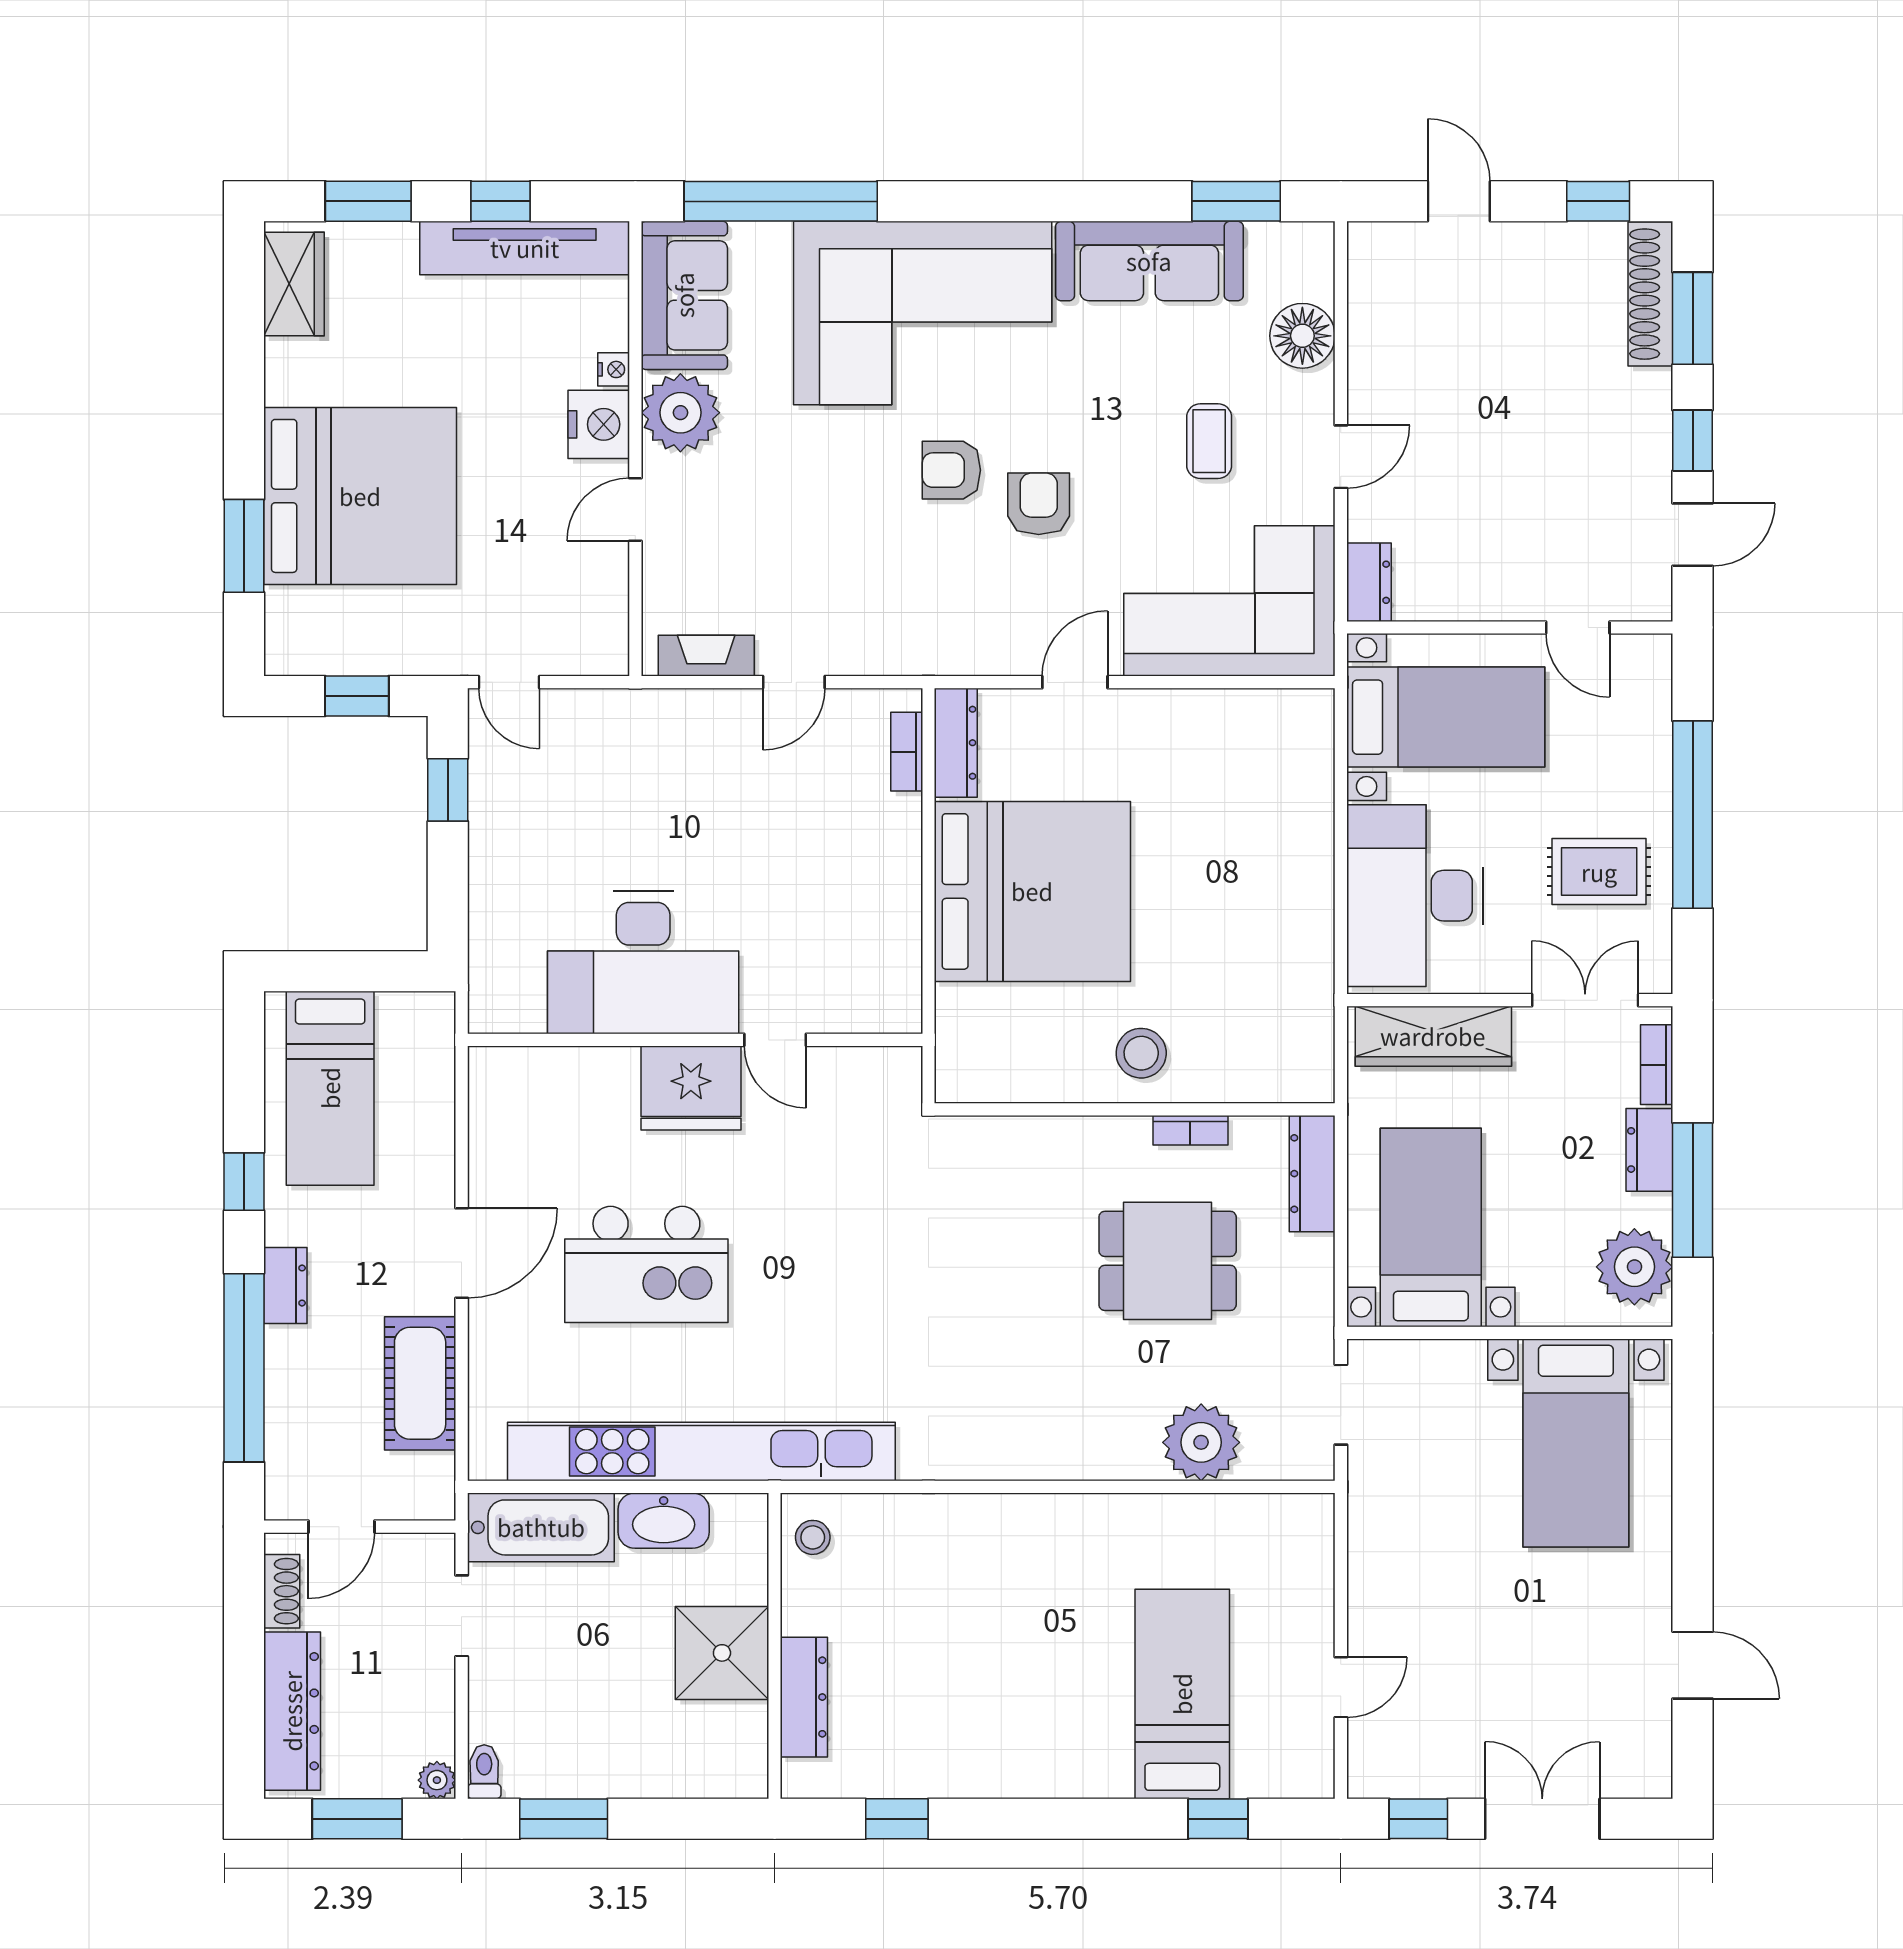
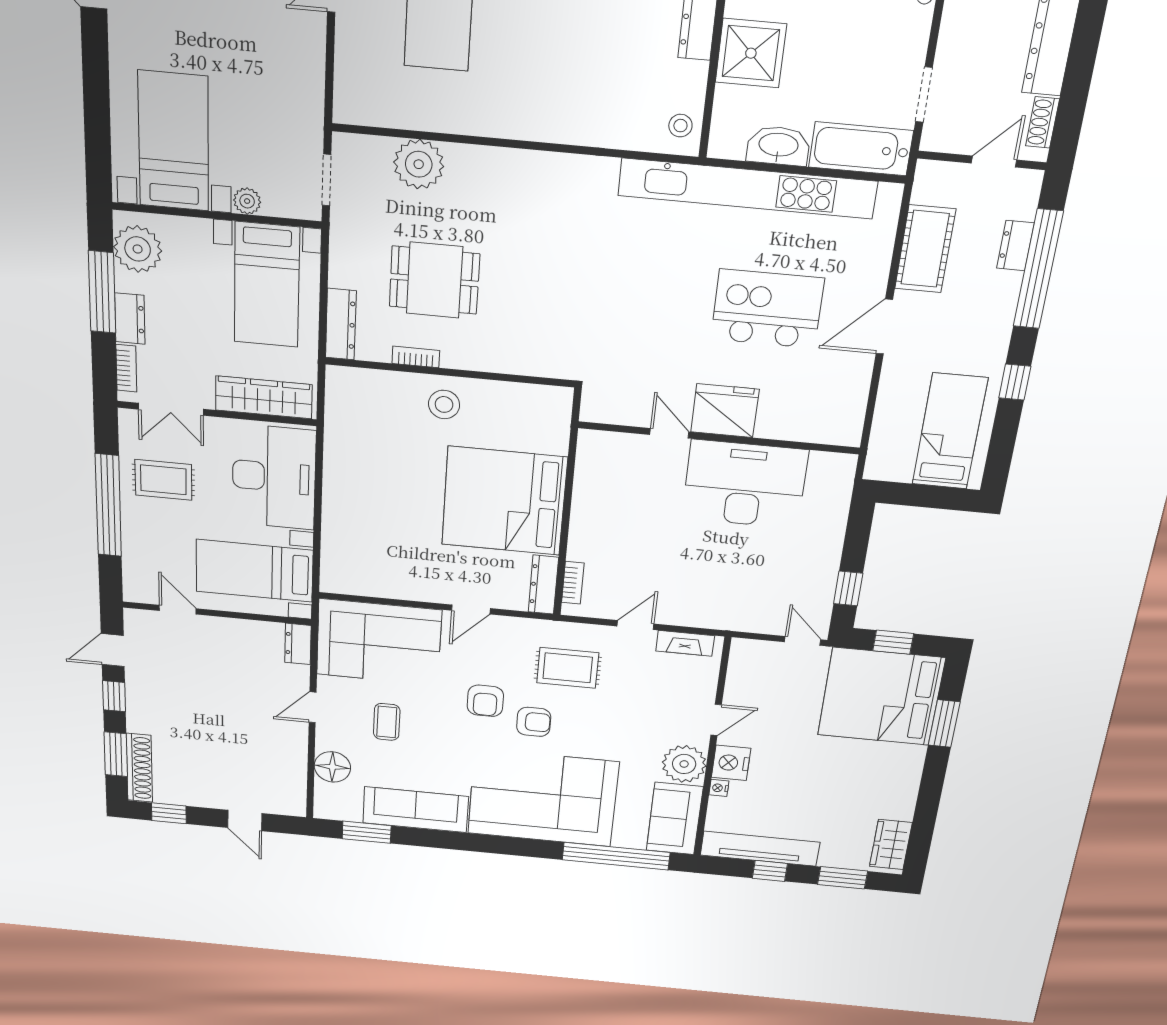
bed: (360, 496) -> (881, 697), moved
rug: (901, 586) -> (568, 668), added
dresser: (285, 1286) -> (1015, 246), moved
plant: (1463, 1360) -> (247, 201), added

